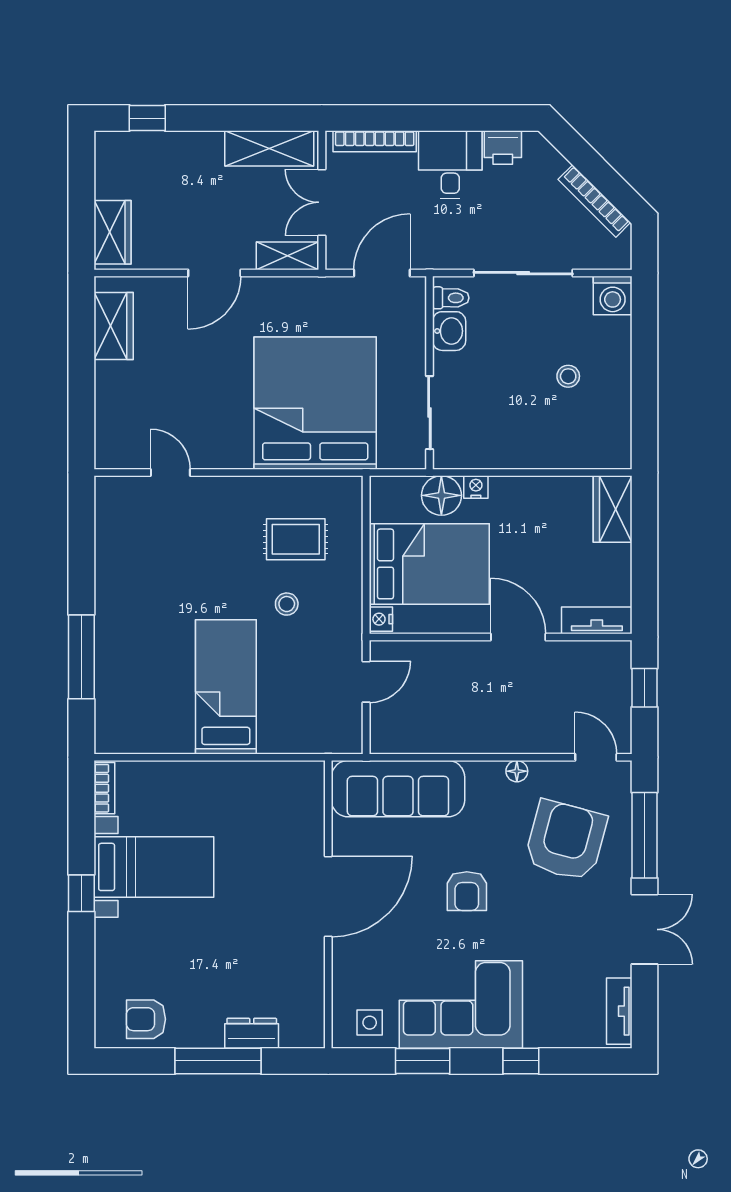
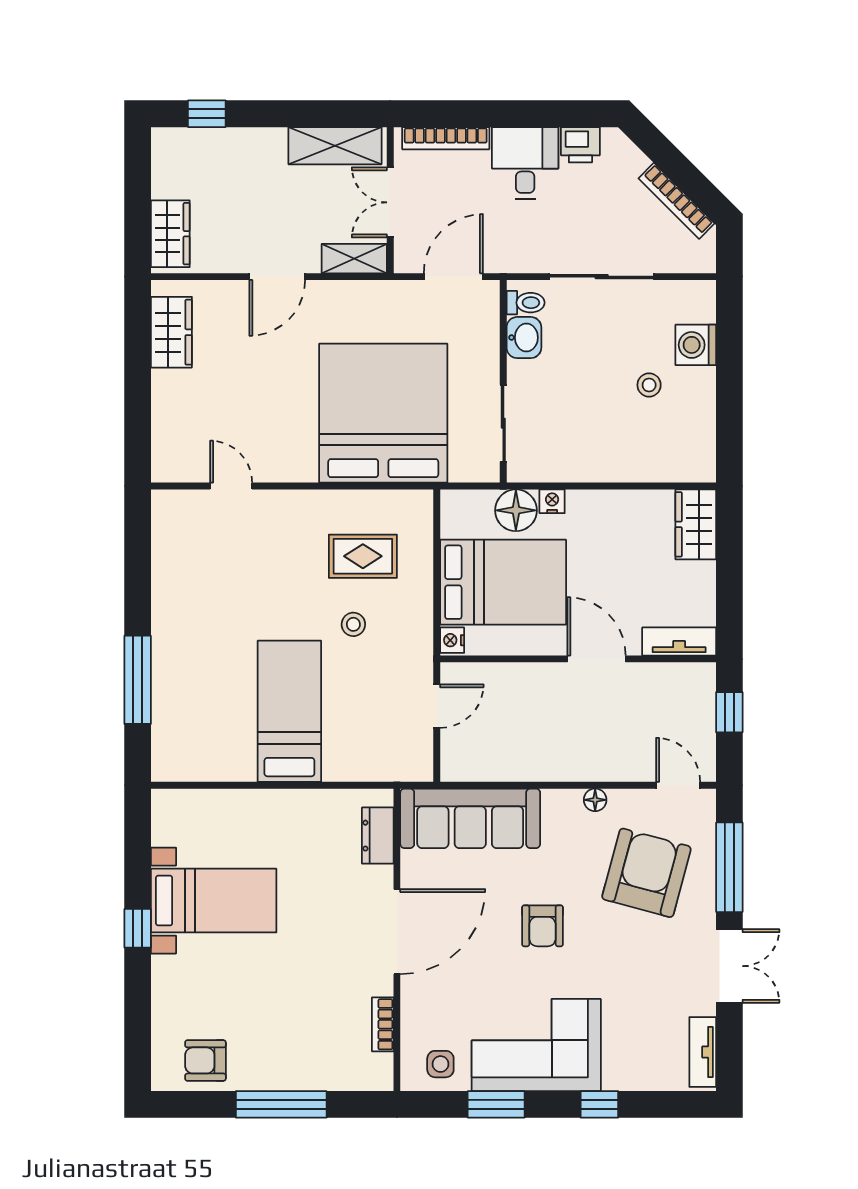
washing machine: (613, 296) -> (696, 345), moved, turned 90
bookcase: (104, 788) -> (383, 1024), moved, turned 180
dresser: (252, 1033) -> (378, 836), moved, turned -90

